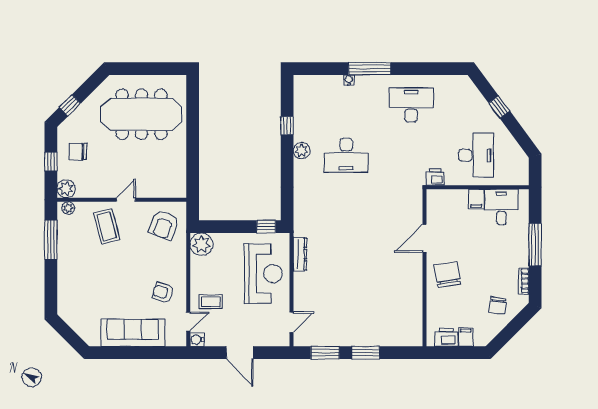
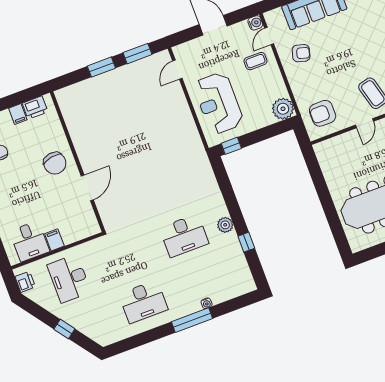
desk: (346, 155) -> (184, 236), turned 180
printer: (435, 177) -> (25, 282), moved, turned -90
armchair: (164, 225) -> (323, 113), turned -111
dresser: (300, 254) -> (192, 133), removed

